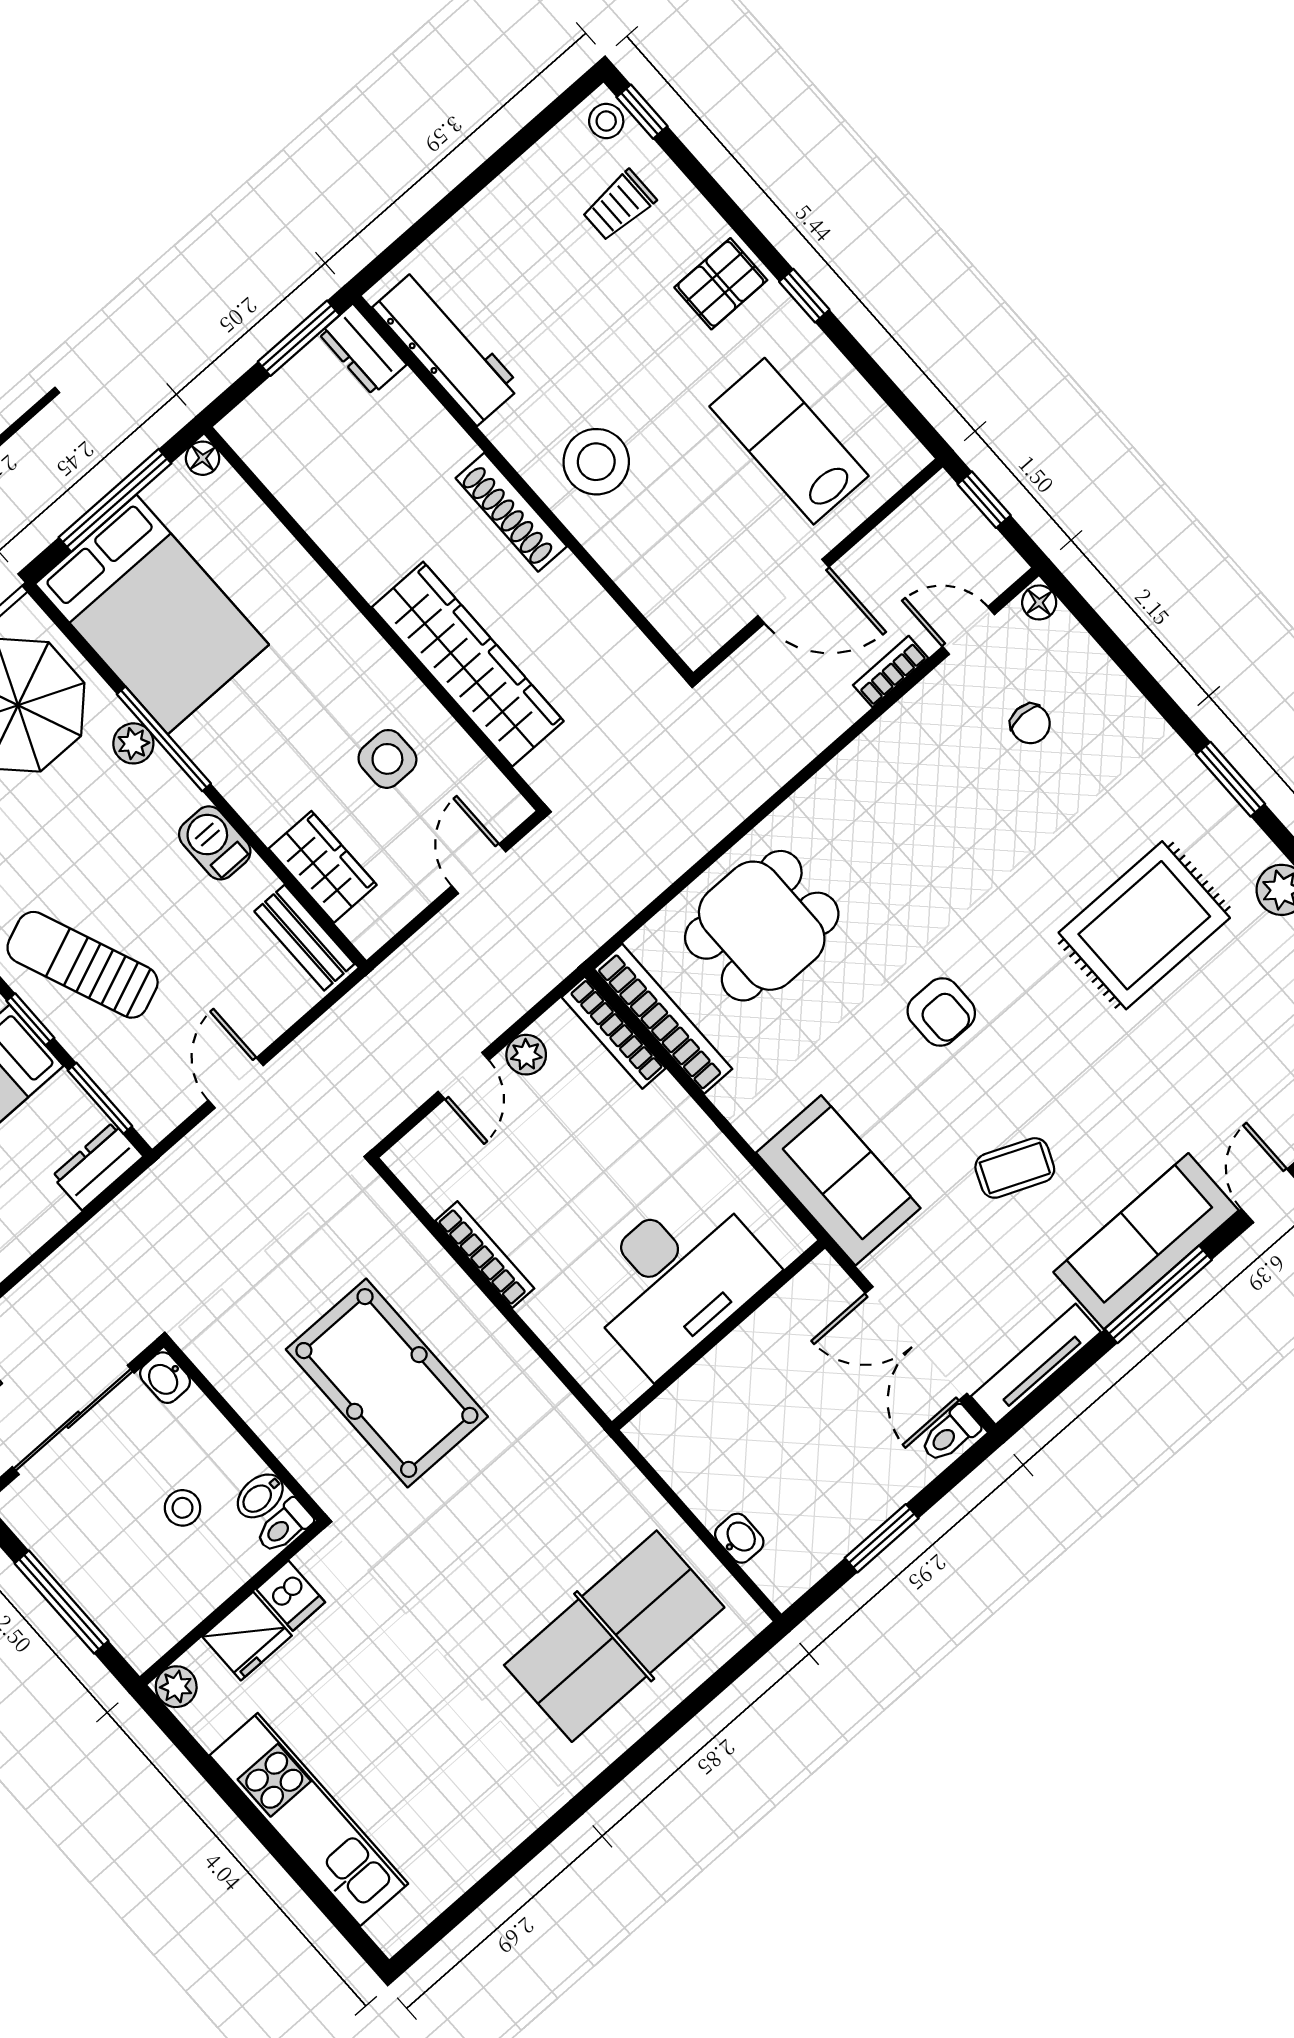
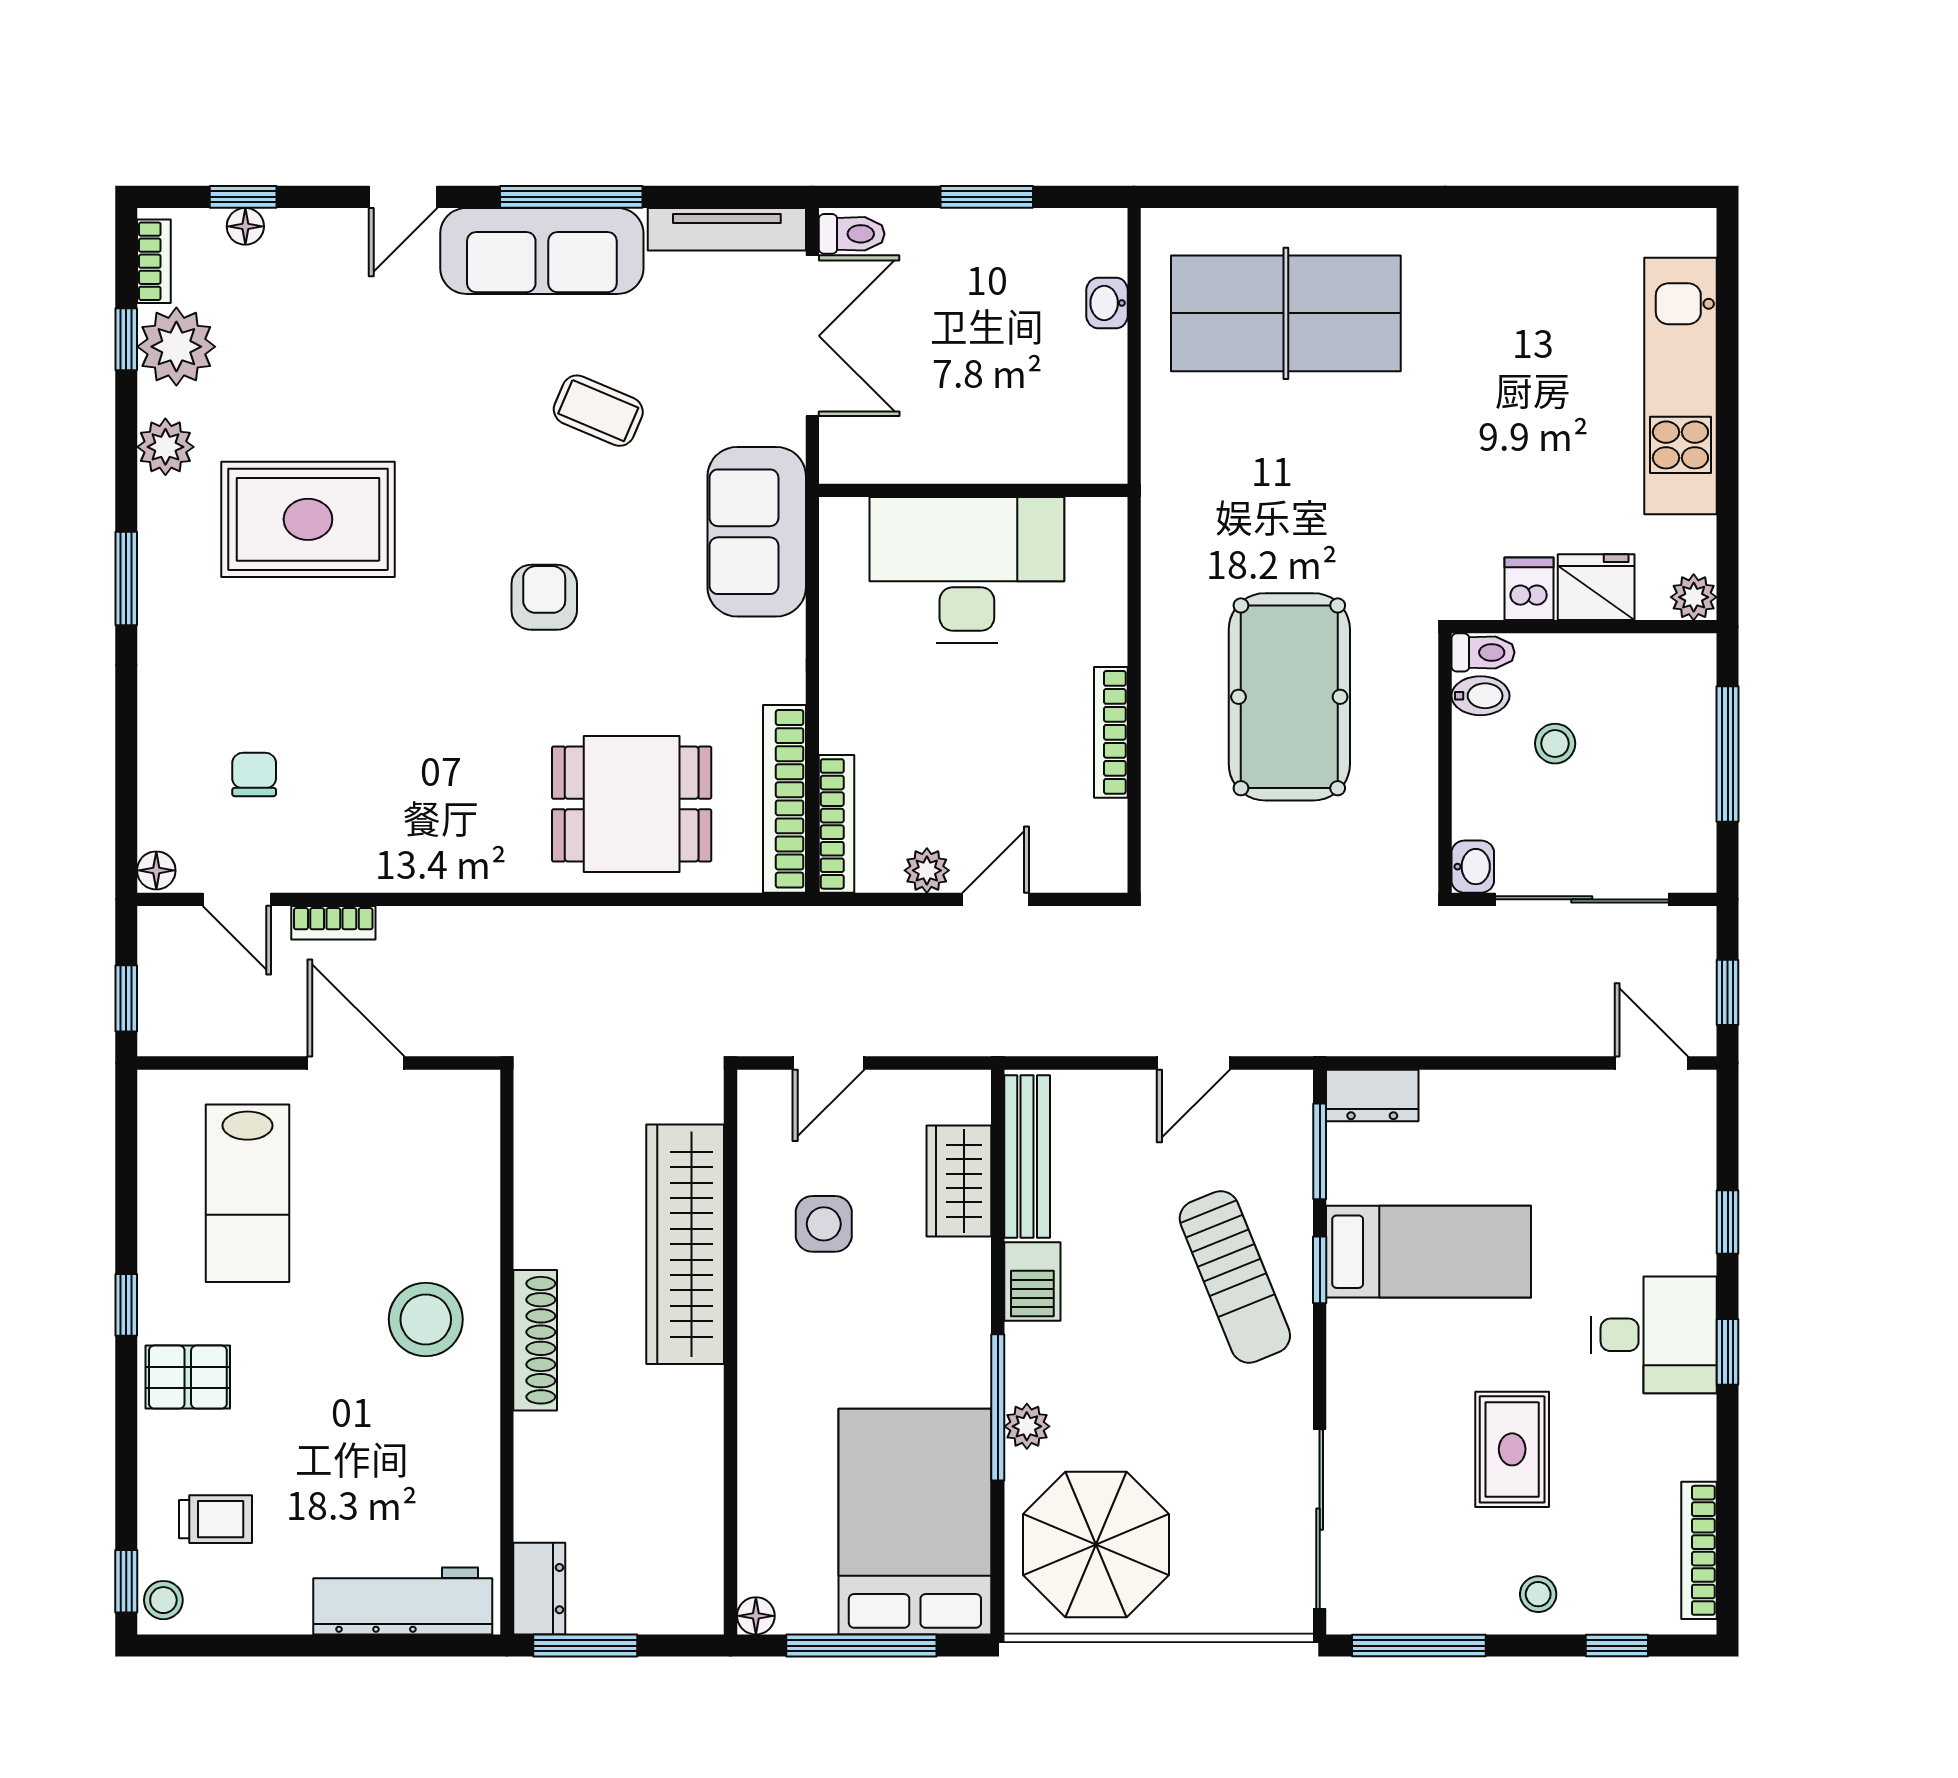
workbench: (447, 347) -> (403, 1601), moved, turned 90
bench: (304, 938) -> (1027, 1156), width x1.36

